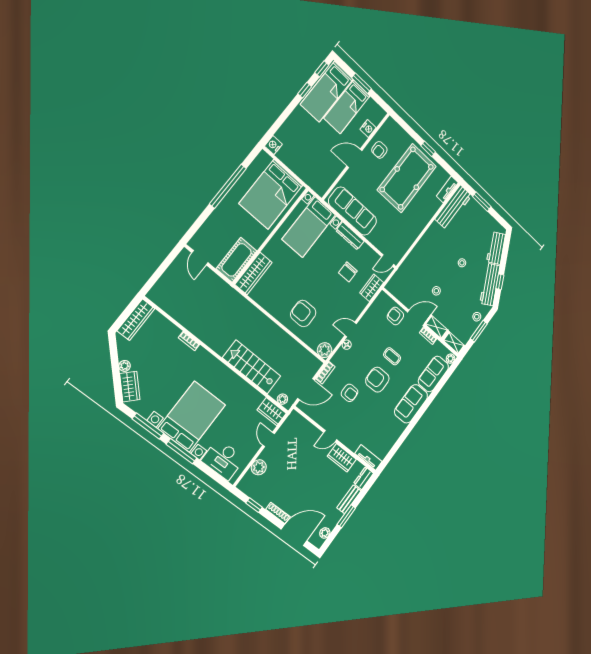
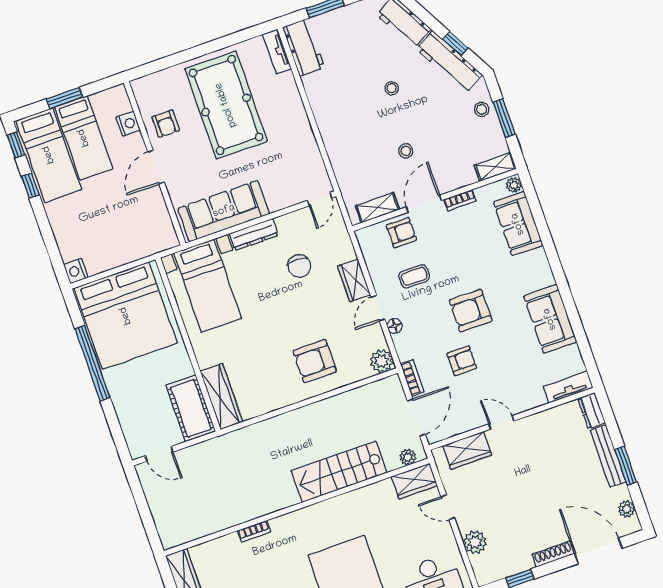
window: (428, 149) -> (205, 49), removed
bed: (271, 194) -> (126, 316), width x1.36
workbench: (453, 207) -> (304, 47), width x0.73
wardrobe: (372, 288) -> (354, 280), moved
armchair: (395, 316) -> (401, 233), turned 180
shelving: (437, 327) -> (377, 208), moved
coffee table: (392, 356) -> (414, 276), moved
sofa: (411, 404) -> (550, 319), moved
door: (330, 436) -> (501, 423), swing flipped
wardrobe: (342, 458) -> (467, 450), moved
bench: (349, 499) -> (608, 456), width x1.36
door: (294, 535) -> (598, 551), hinge flipped

